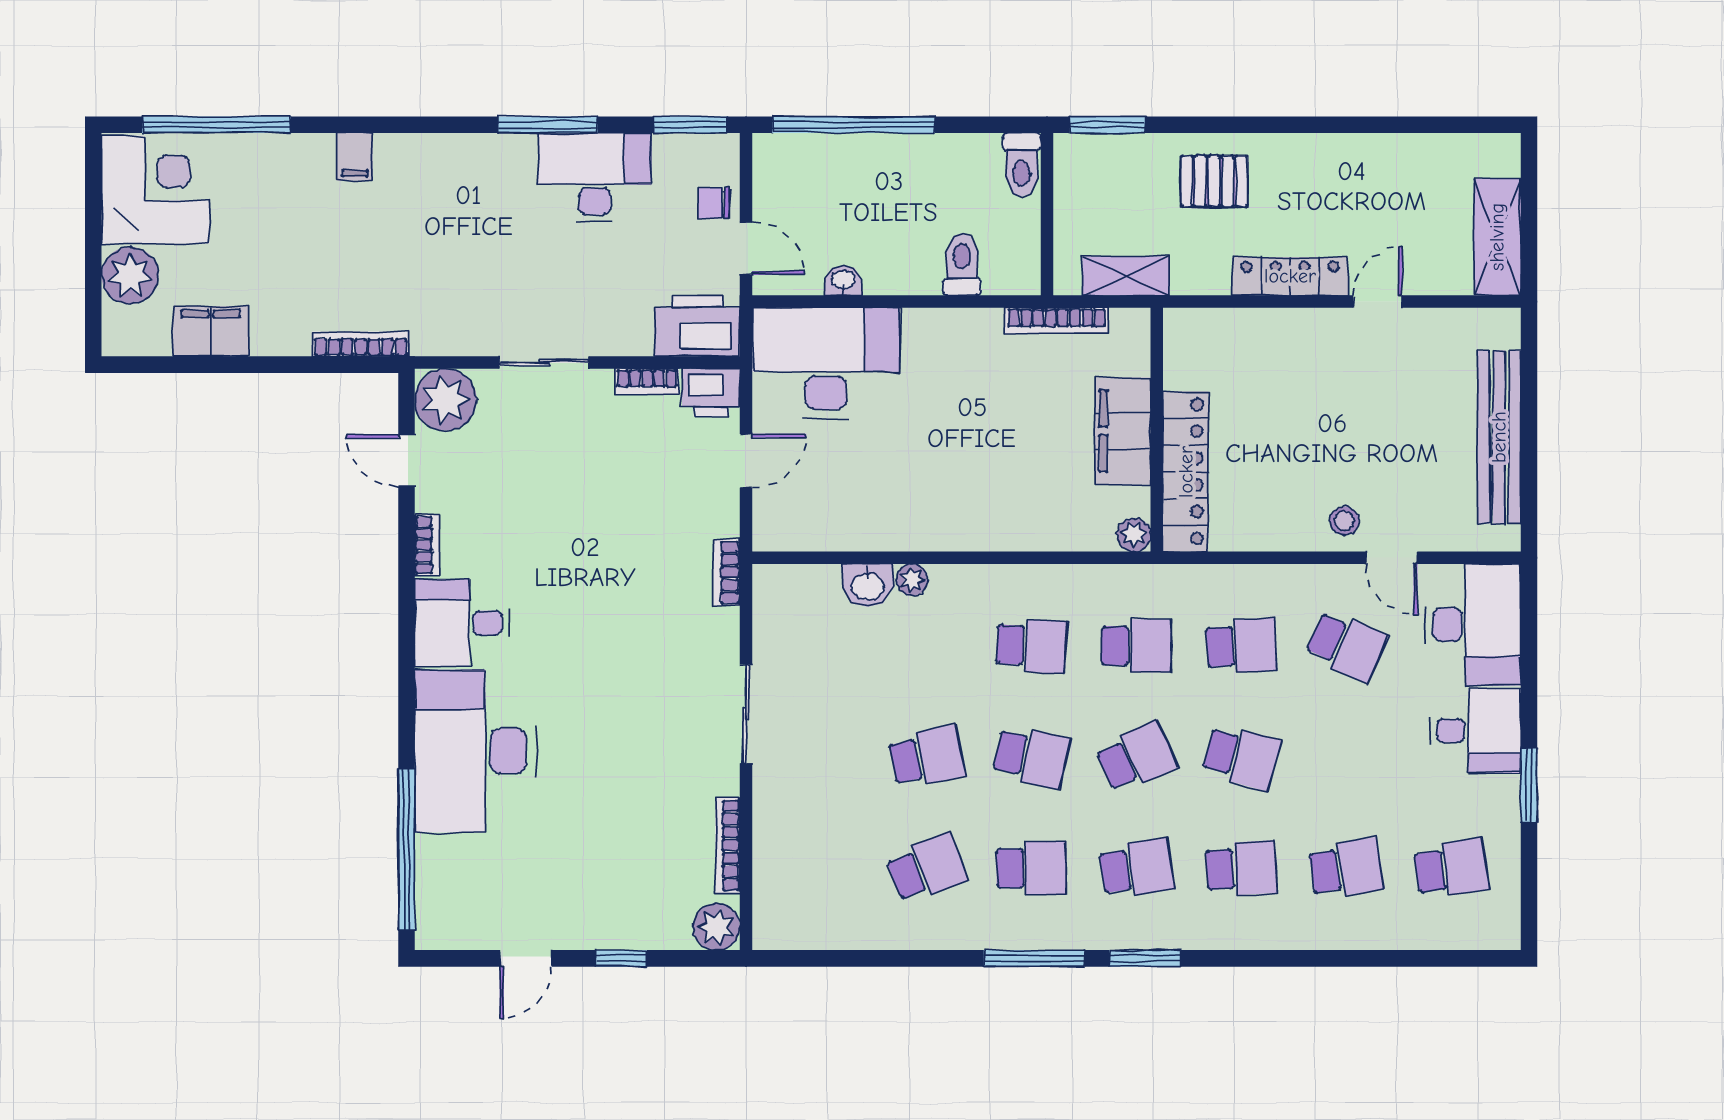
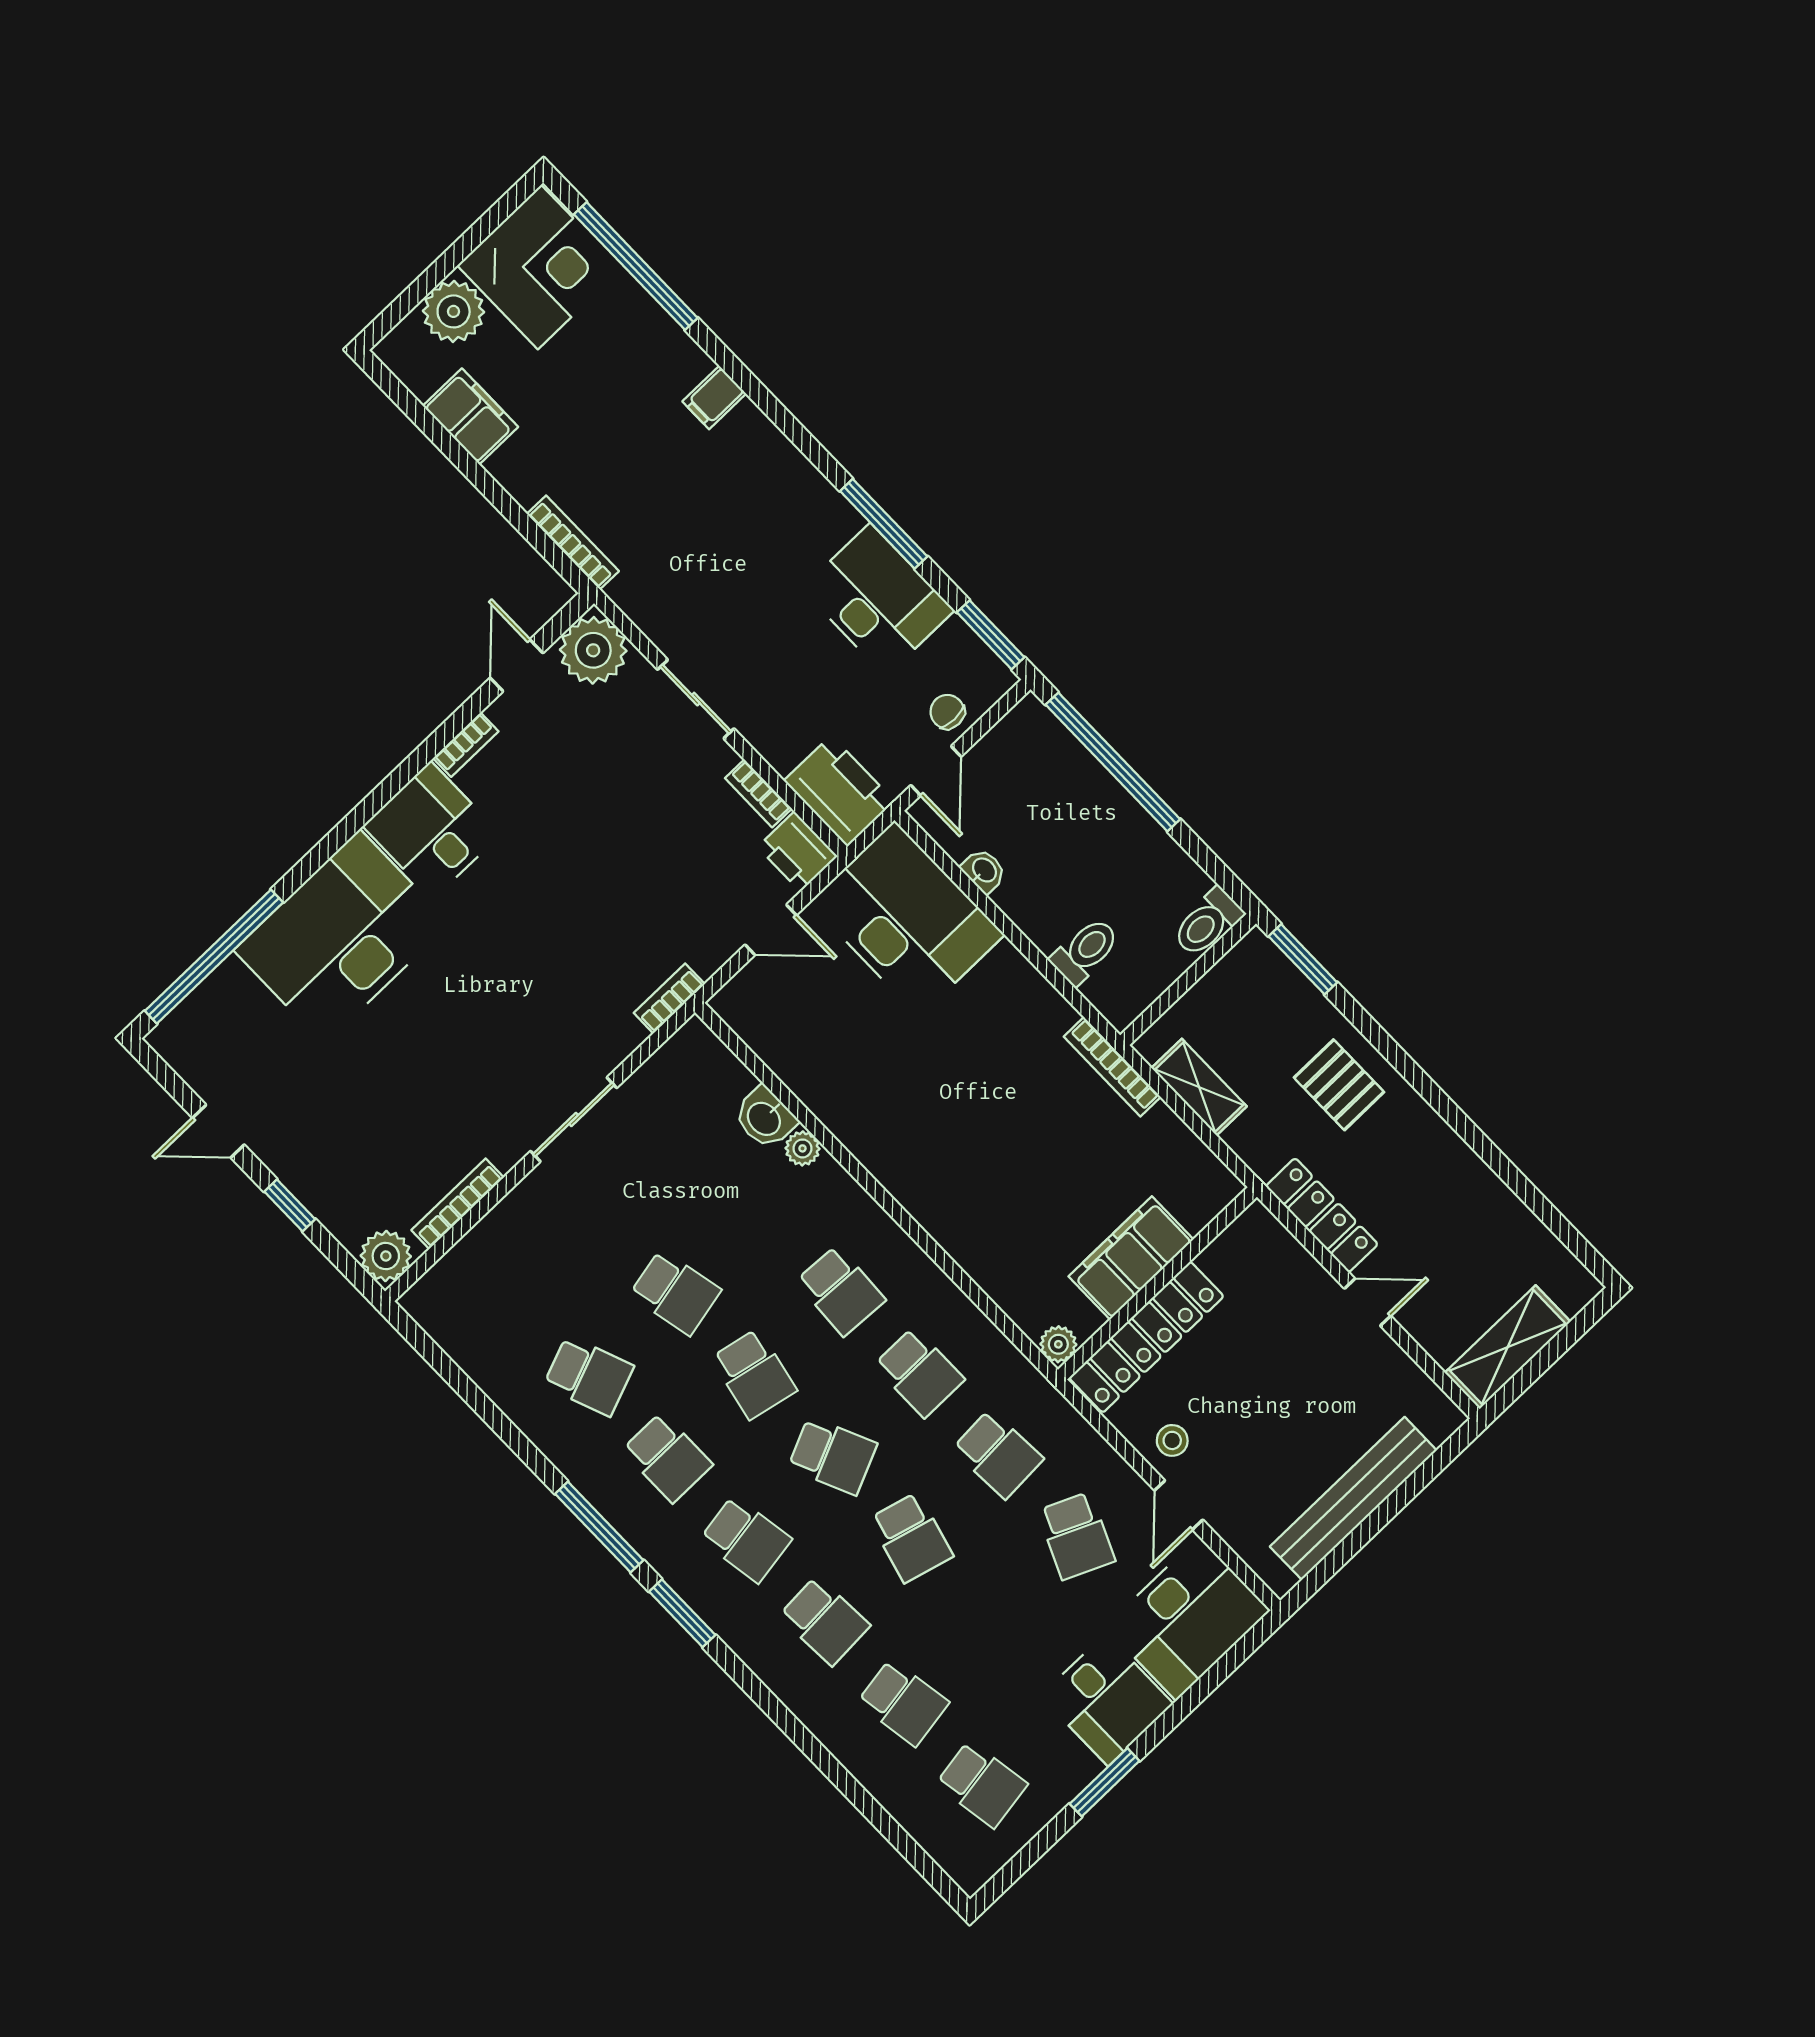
wall: (1157, 430) -> (1157, 1283), moved
filing cabinet: (1123, 431) -> (1131, 1258), moved
locker: (1186, 472) -> (1146, 1337), moved
plant: (1134, 535) -> (1058, 1344), moved

